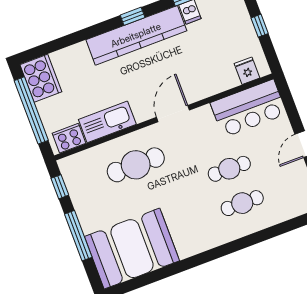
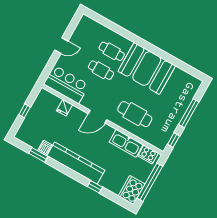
window: (133, 16) -> (95, 187), moved
fridge: (247, 71) -> (64, 108), moved
booth: (132, 249) -> (147, 68), moved

